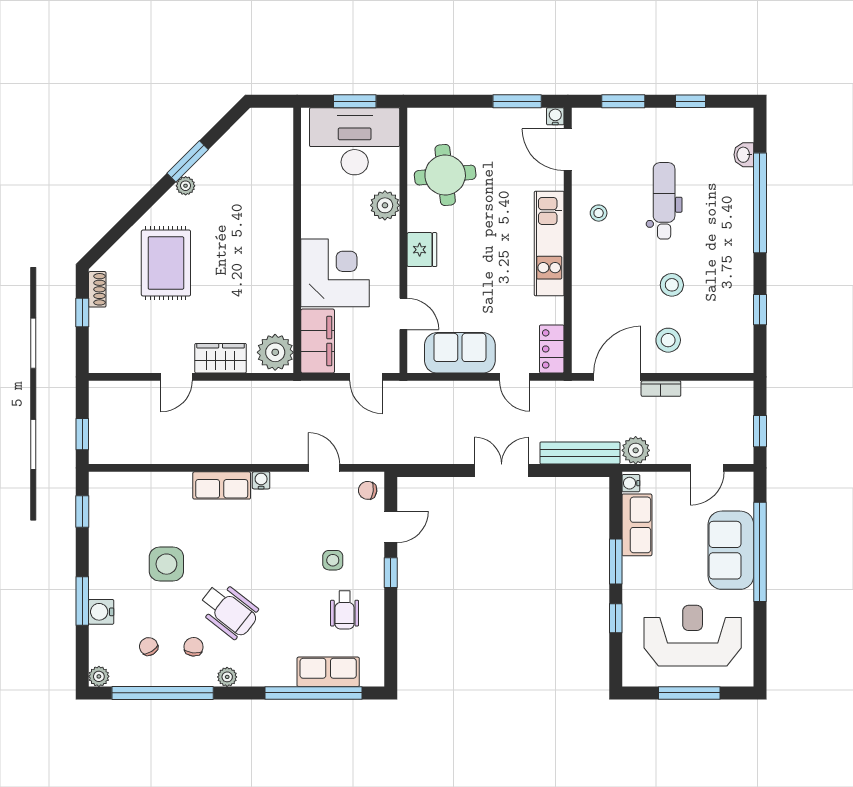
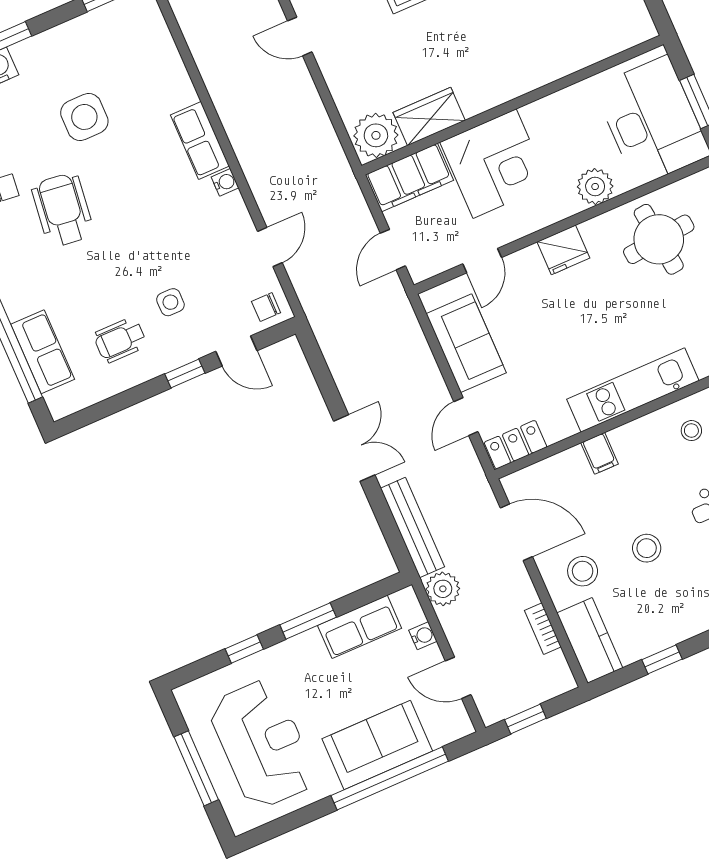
filing cabinet: (586, 289) -> (600, 453), added
kitchen counter: (722, 357) -> (590, 640), added
wardrobe: (221, 358) -> (429, 116), moved, turned -90
bookcase: (661, 389) -> (543, 629), moved
water cooler: (631, 483) -> (423, 636), moved, turned 90
chair: (368, 490) -> (266, 307), turned -97
wheelchair: (229, 611) -> (63, 210), turned 149

